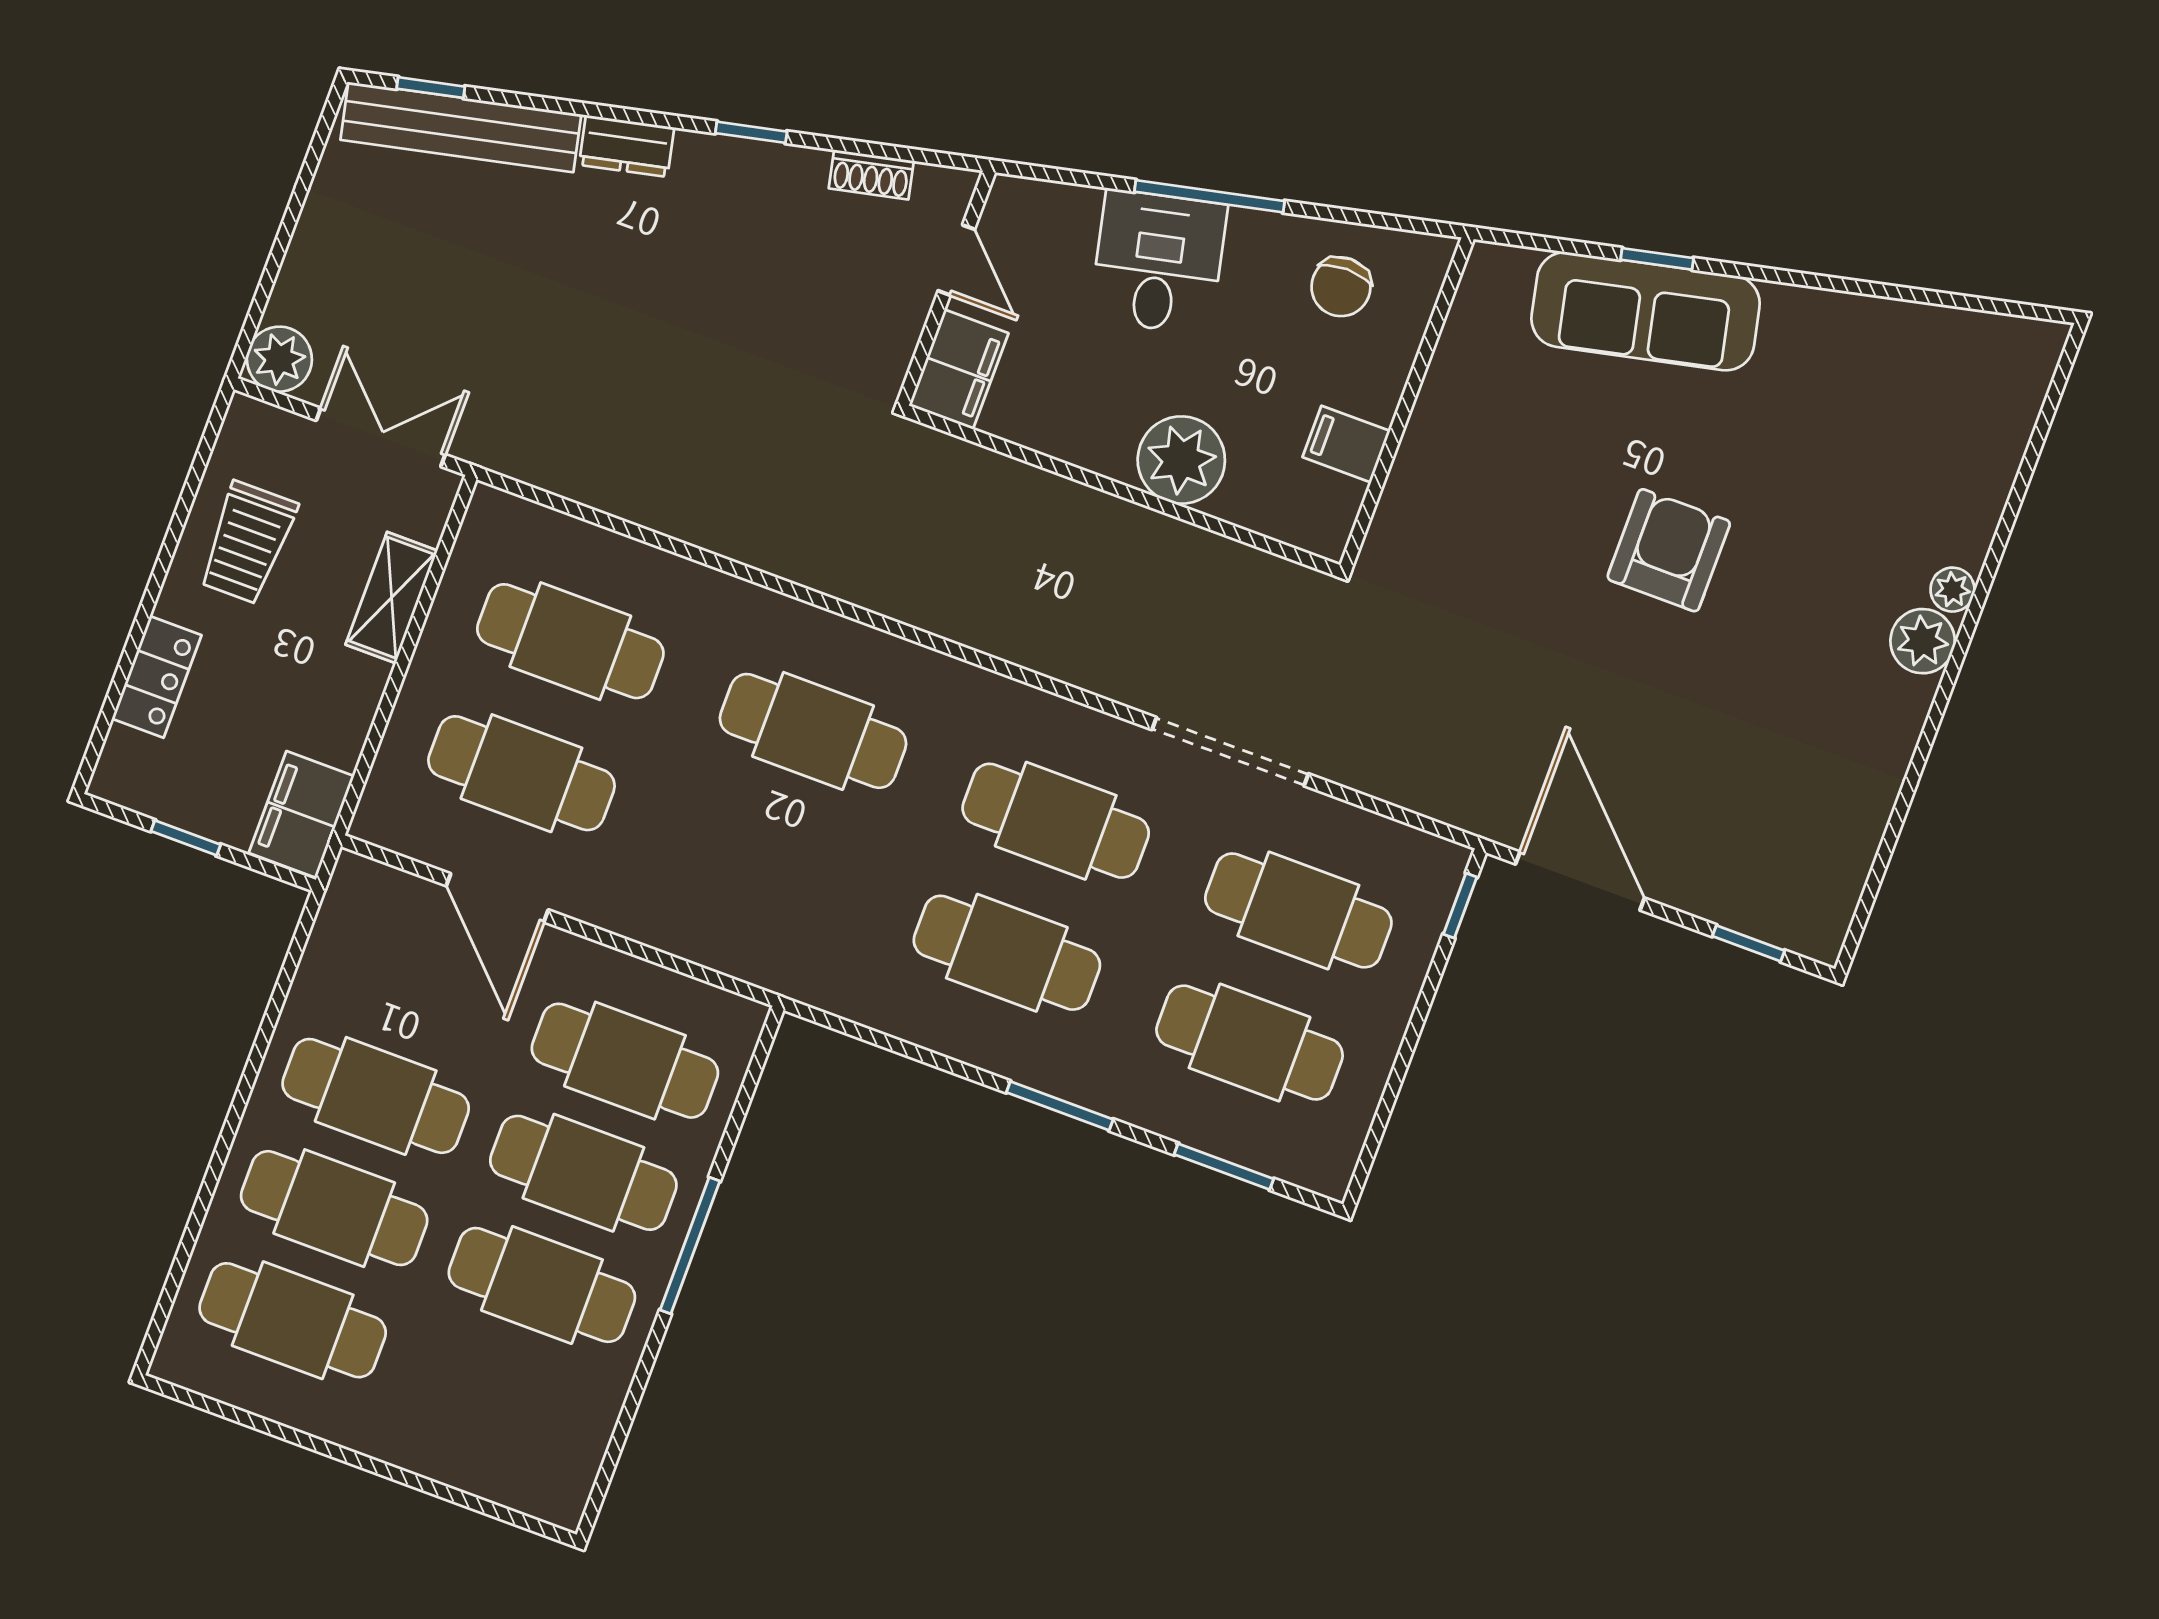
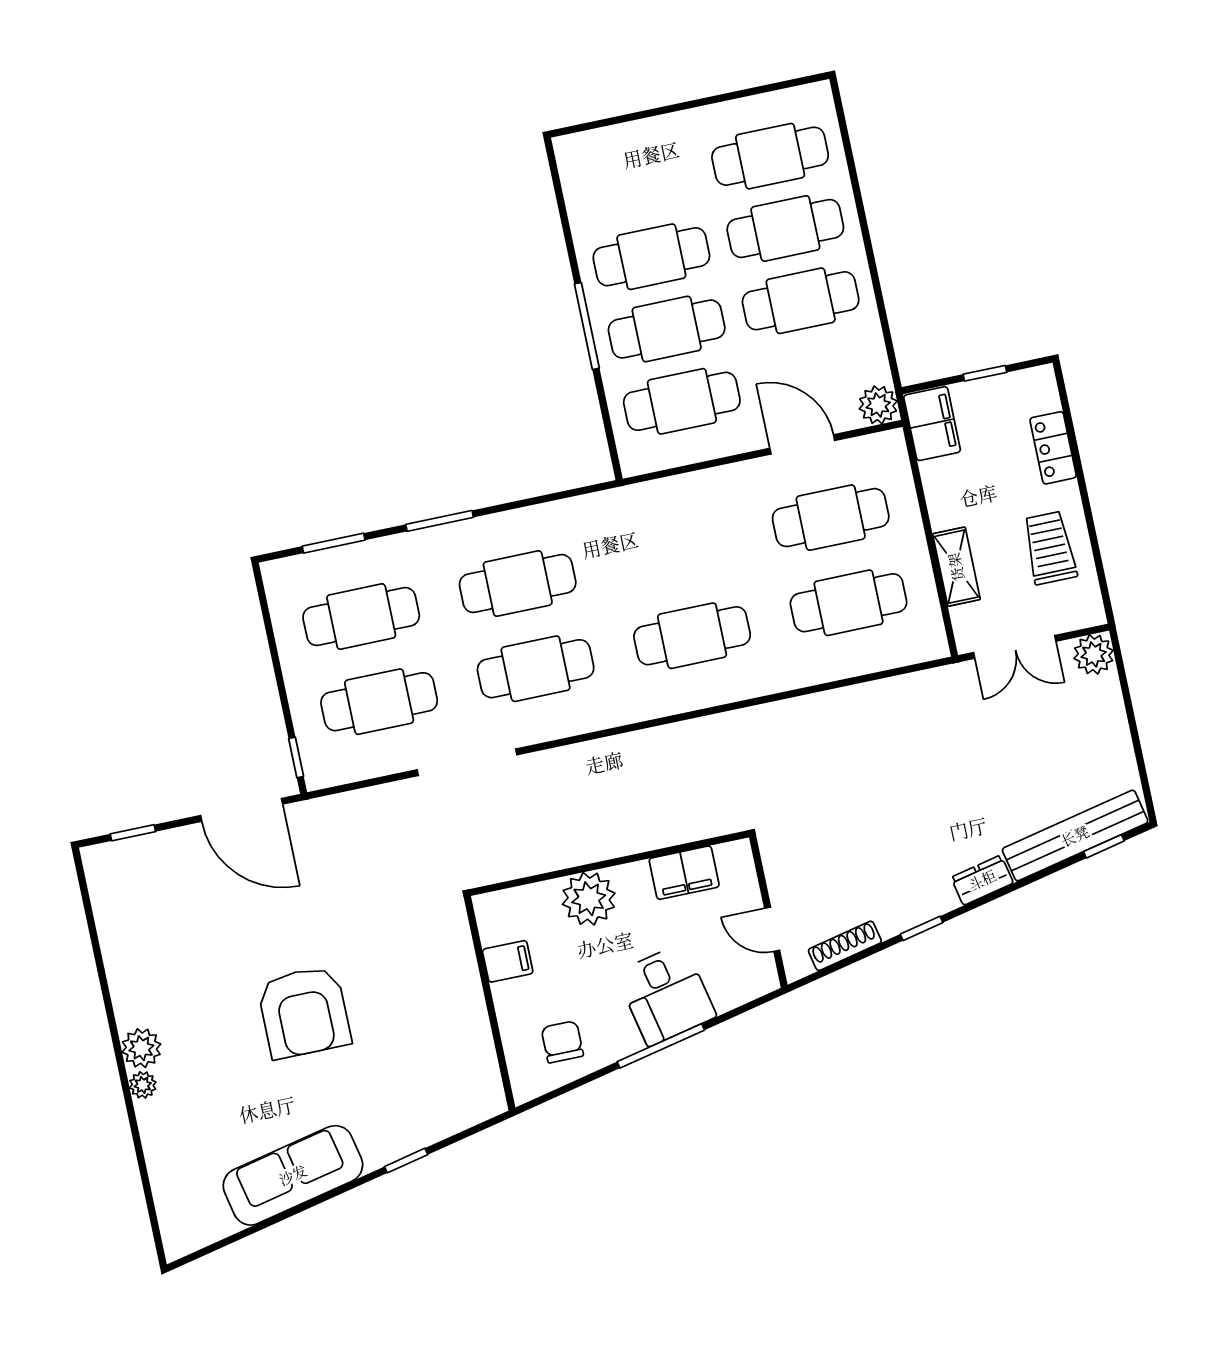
shoe rack: (871, 175) -> (845, 946), width x1.43
sofa: (1646, 311) -> (293, 1175), moved
filing cabinet: (959, 369) -> (684, 873), moved, turned -90
armchair: (1669, 550) -> (304, 1012), width x1.36, depth x1.36
plant: (359, 886) -> (878, 405), added

